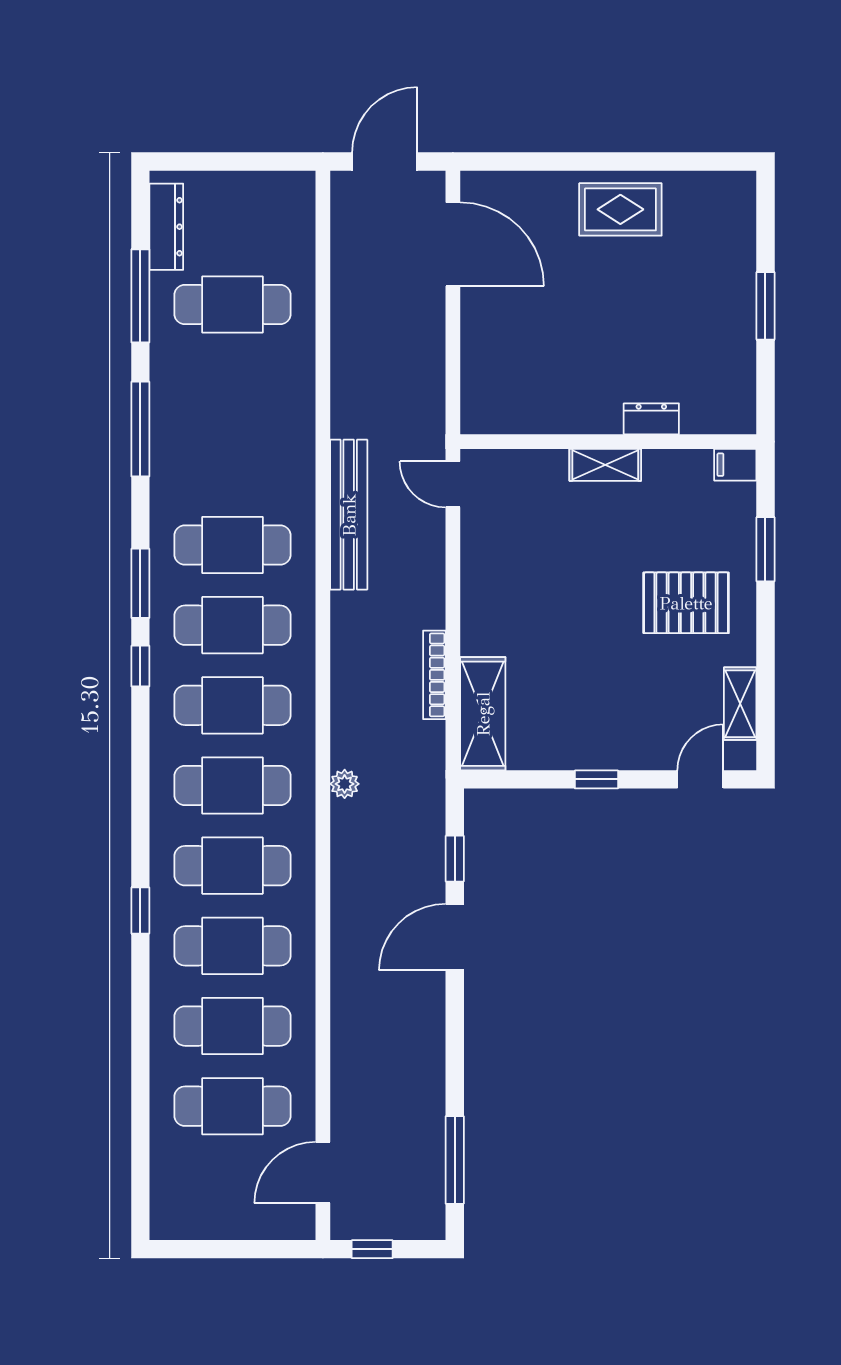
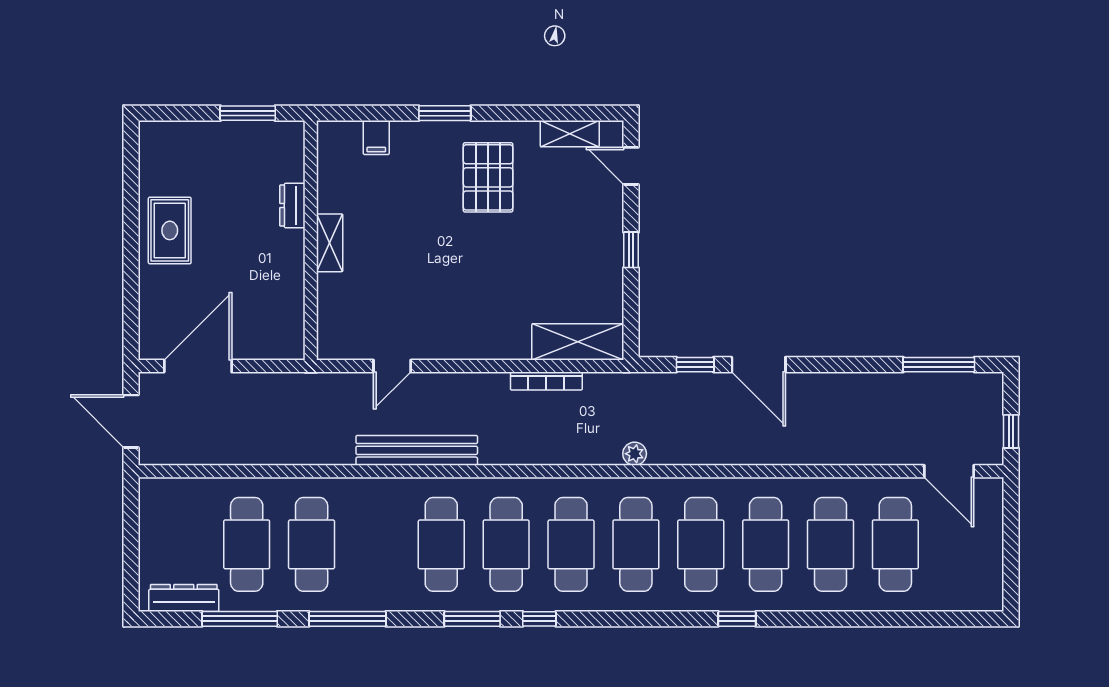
cafe table: (233, 385) -> (312, 544), added
dresser: (651, 419) -> (292, 206), moved
wall: (608, 442) -> (311, 240), moved
shelving: (605, 465) -> (330, 243), moved

